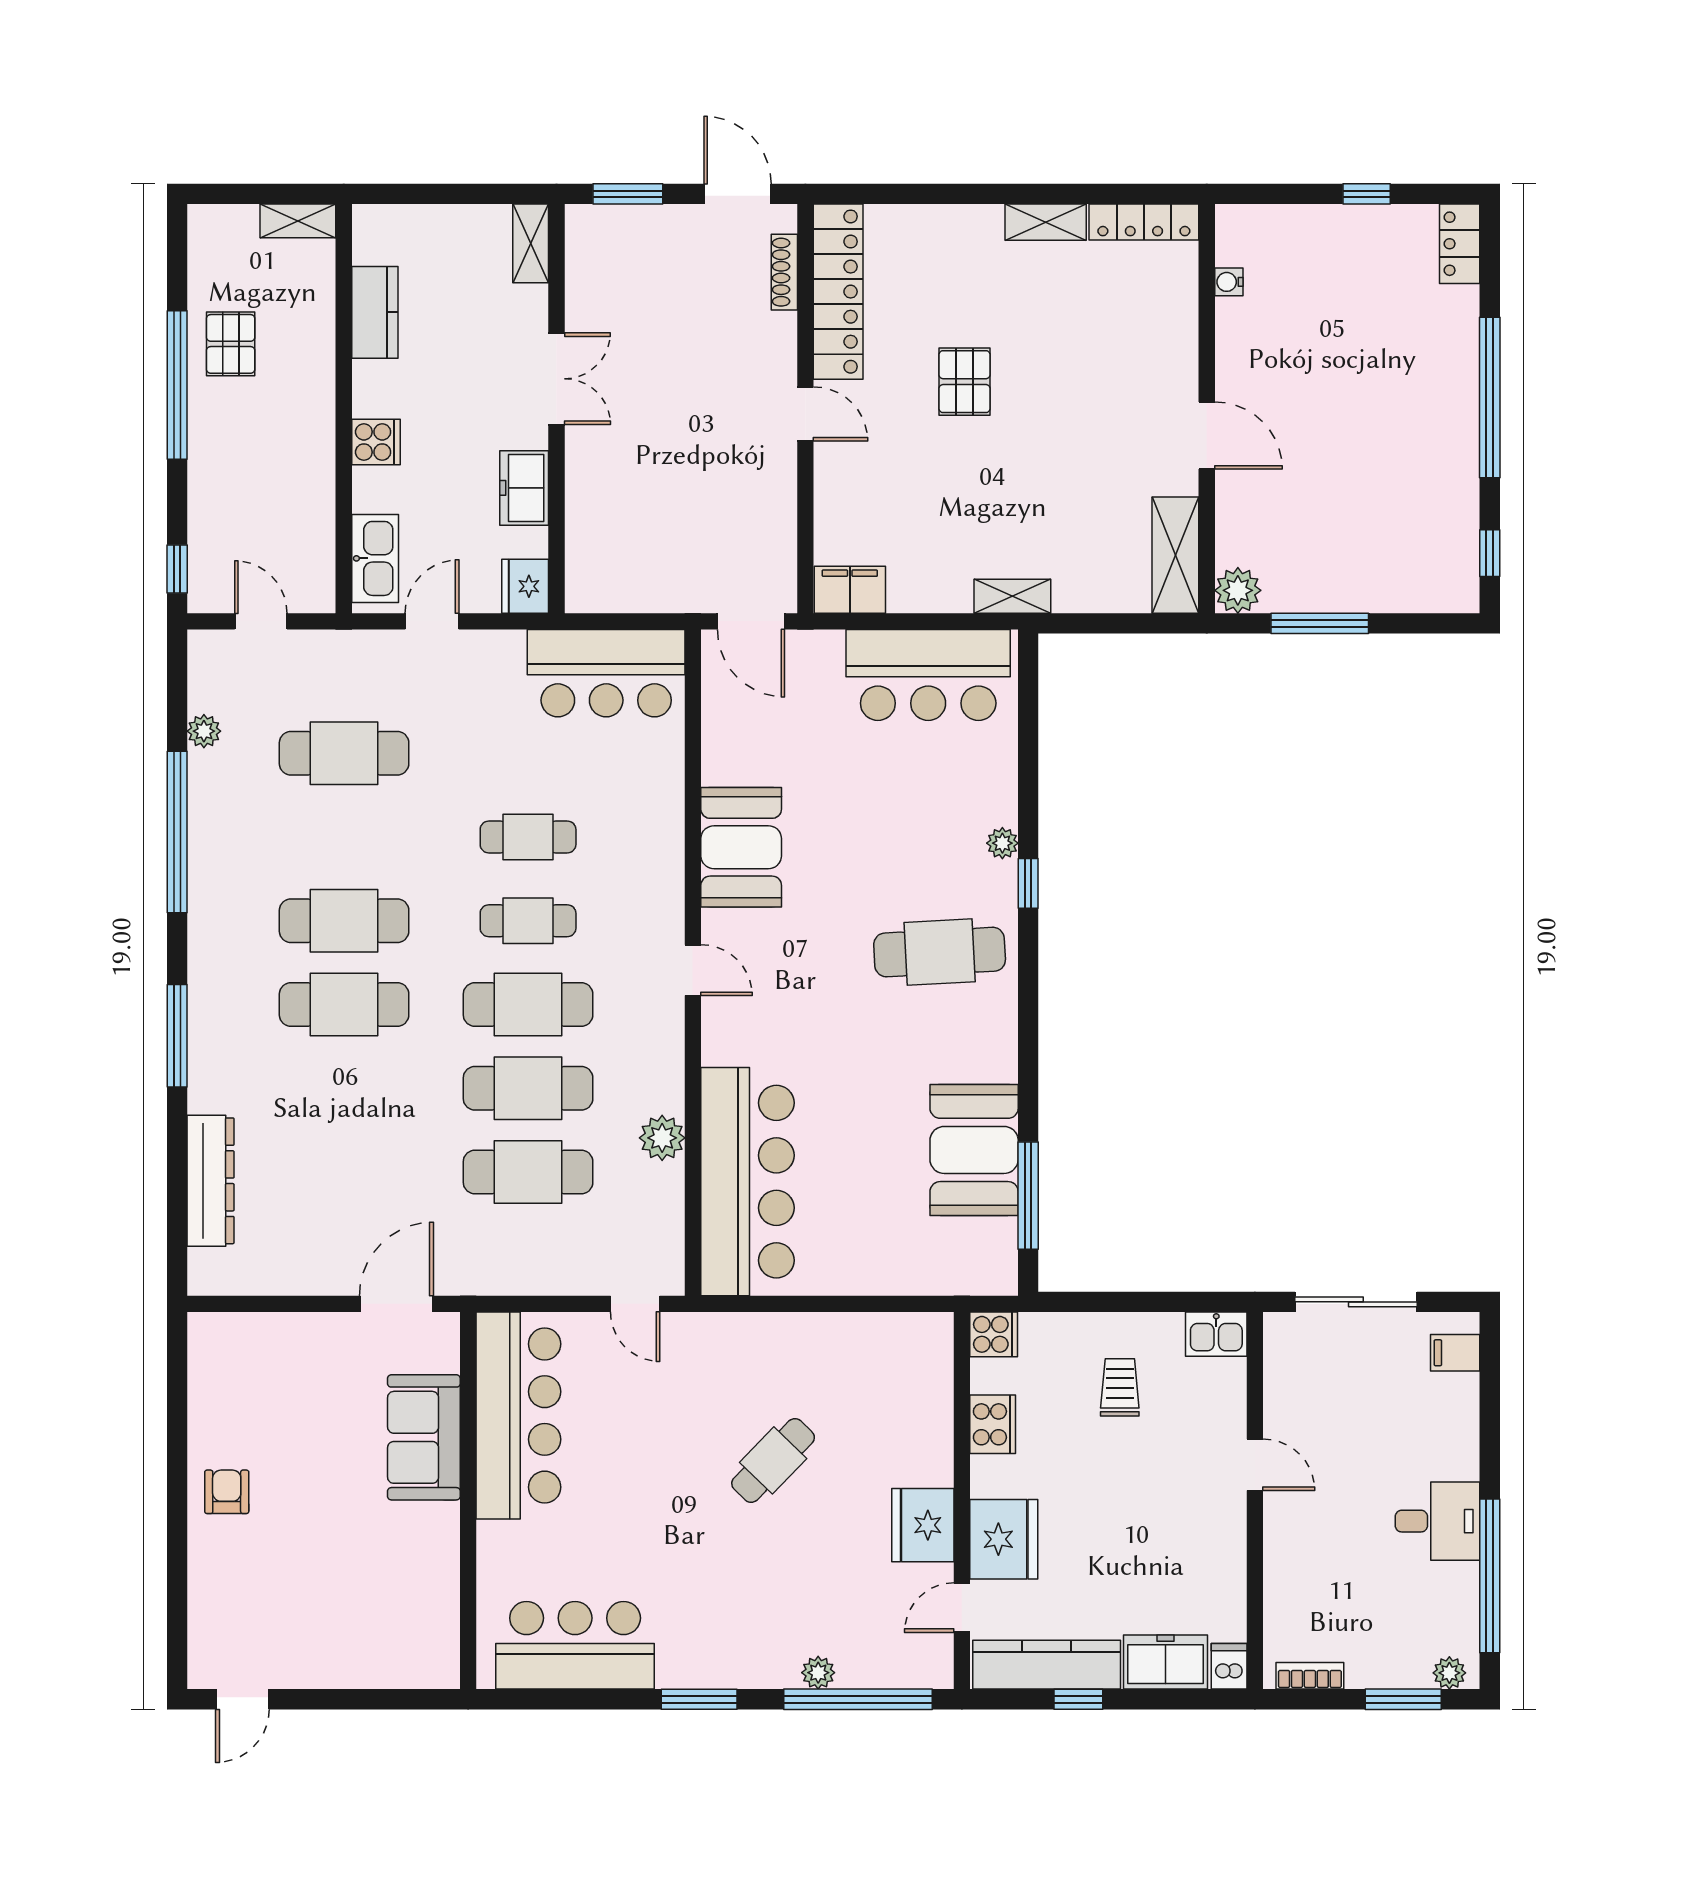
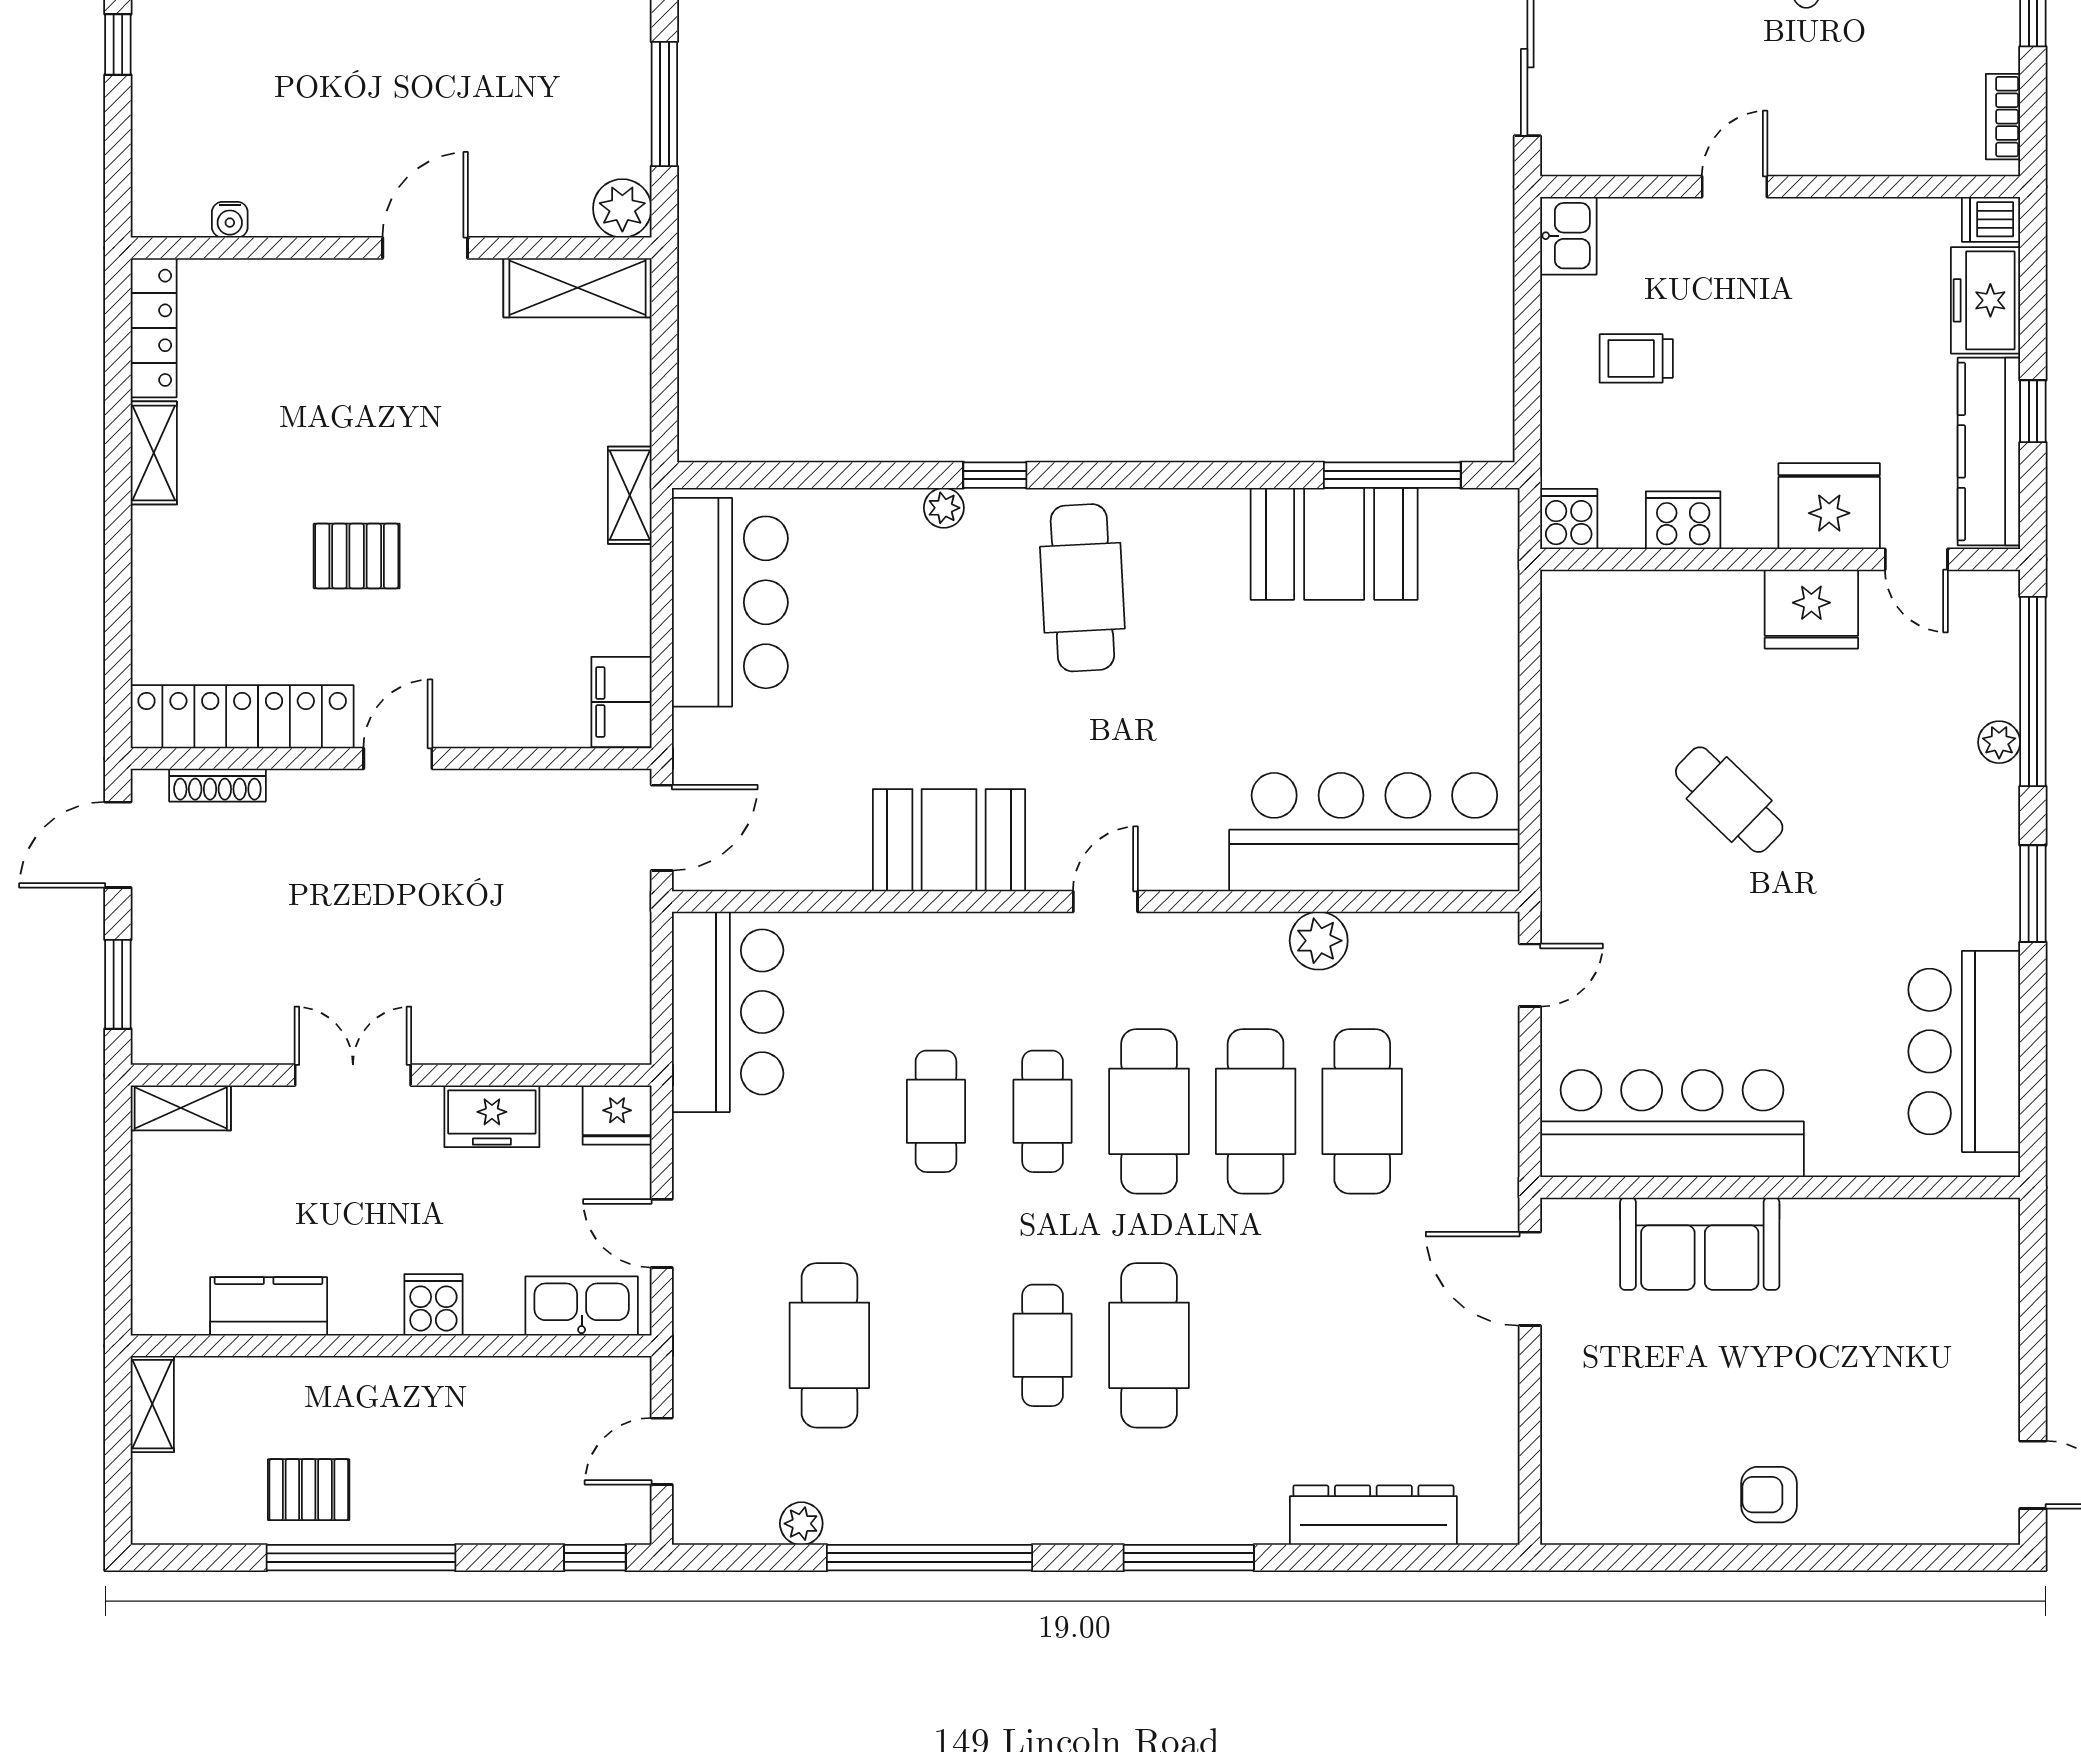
cafe table: (344, 921) -> (1043, 1345), width x0.73, depth x0.74

